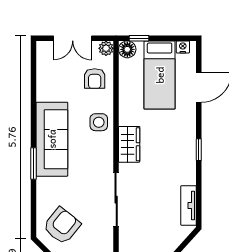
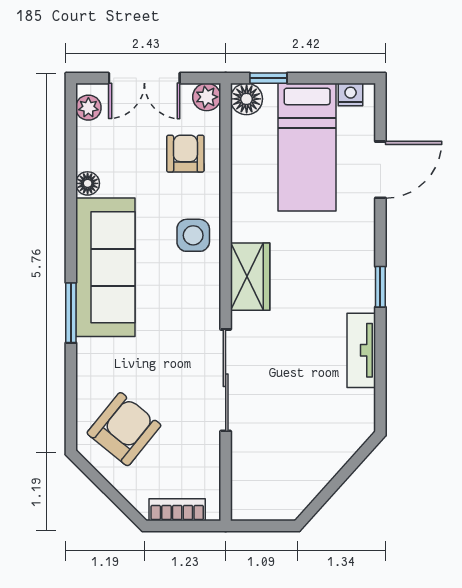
plant: (43, 54) -> (88, 108), added
armchair: (95, 79) -> (185, 154), turned 180
floor lamp: (42, 94) -> (88, 183), added
tv unit: (189, 205) -> (361, 350), moved

